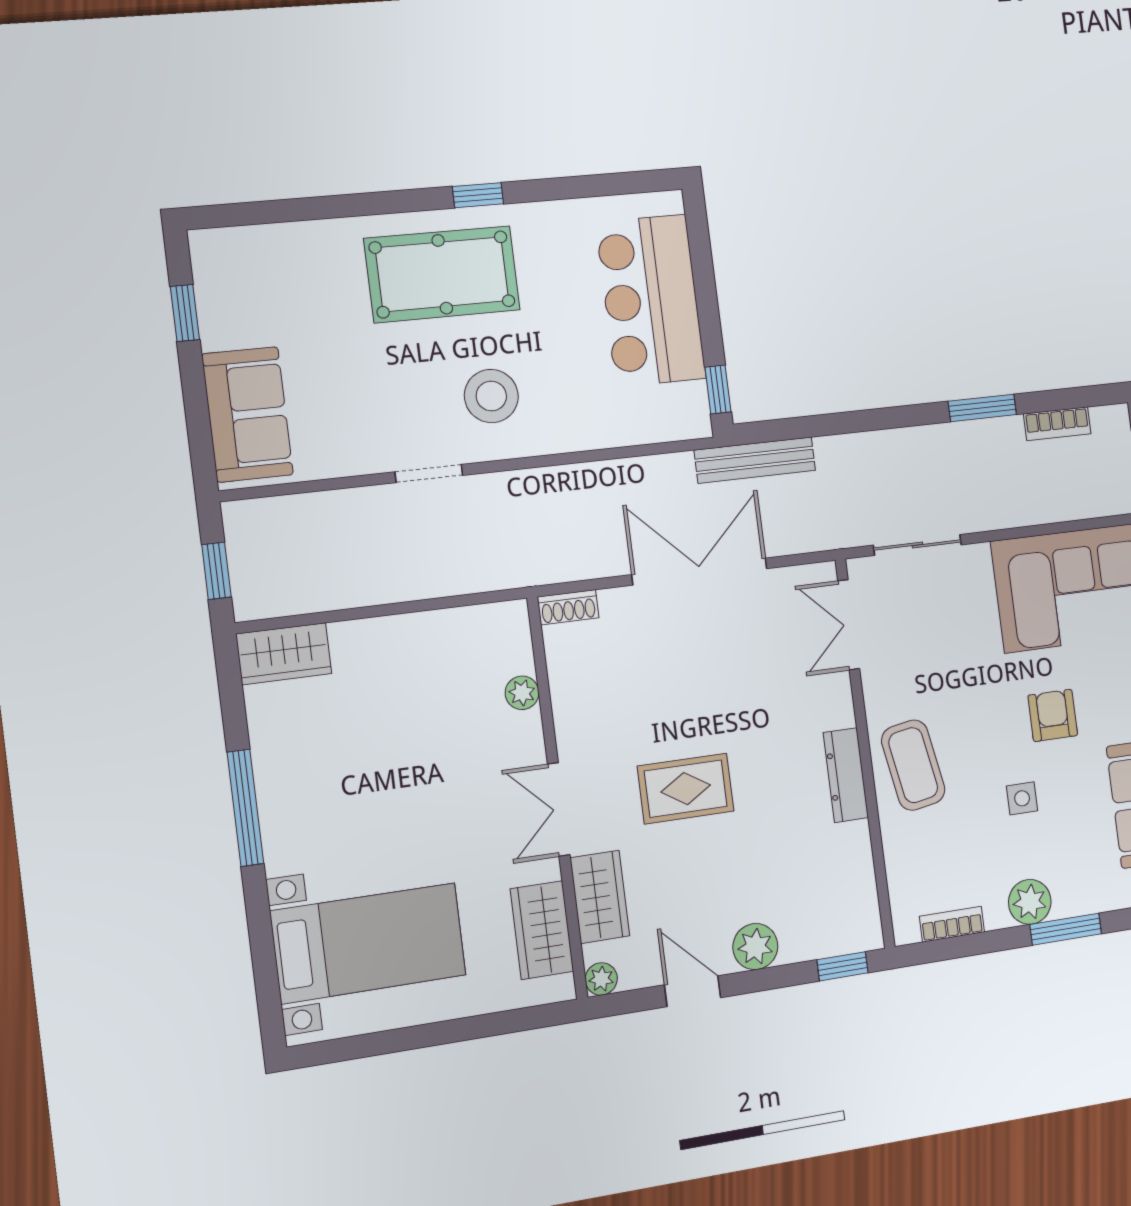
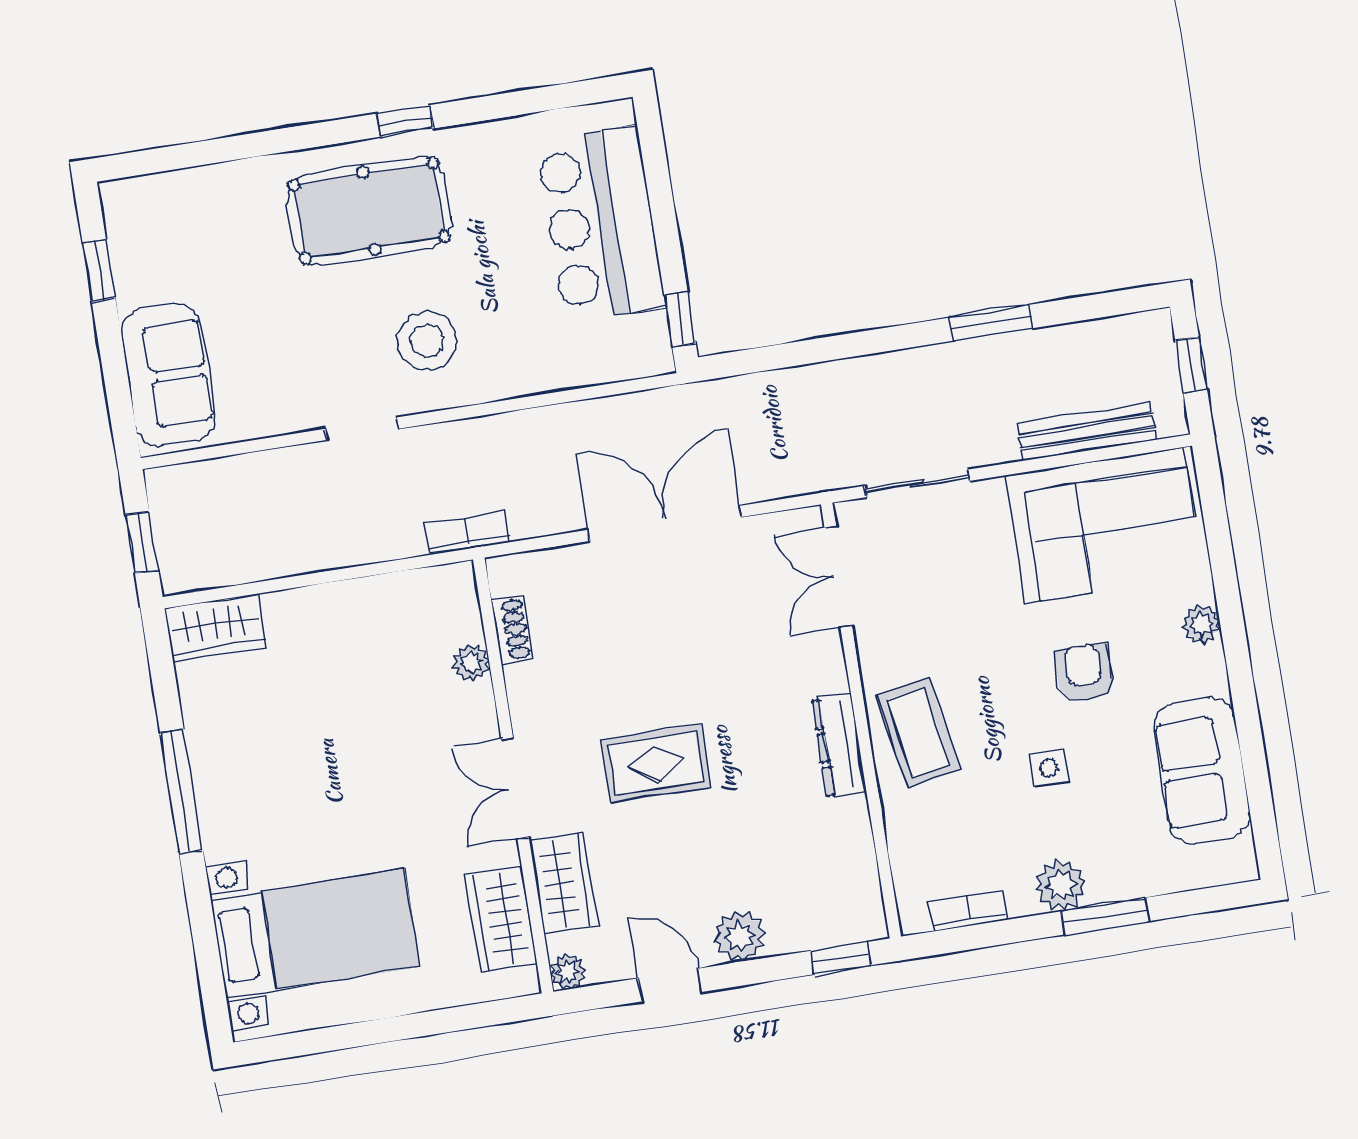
bookcase: (1057, 424) -> (467, 533), moved, turned 180
bench: (755, 460) -> (1087, 431), moved
shoe rack: (568, 607) -> (512, 630), moved, turned -90

